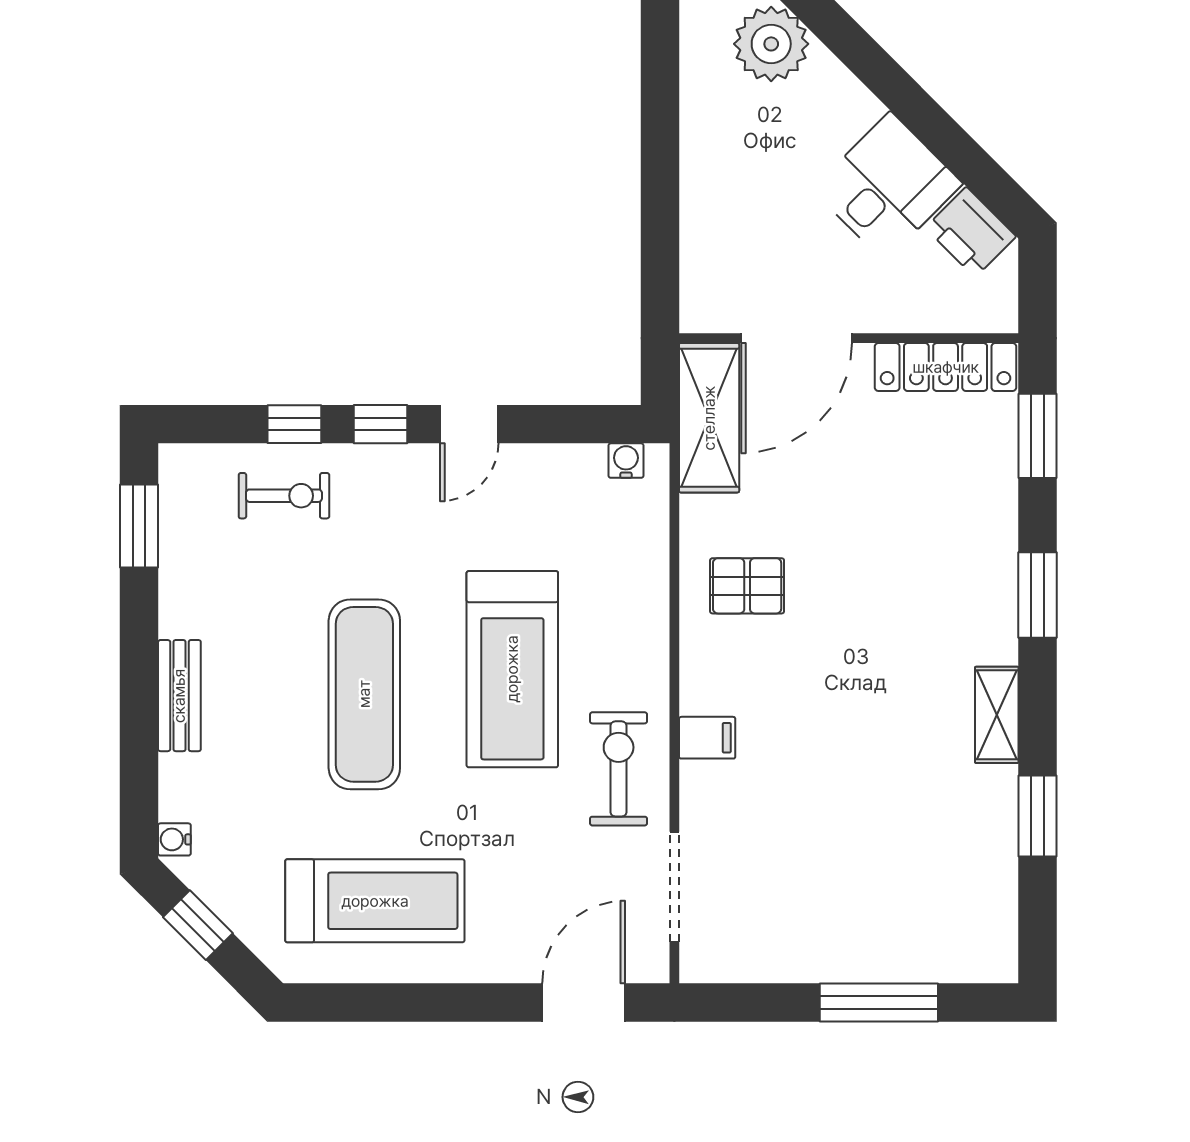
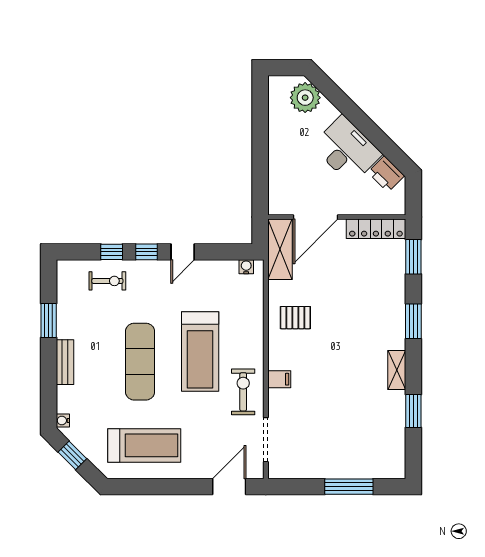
desk: (887, 186) -> (347, 150), width x1.37
window: (139, 526) -> (49, 320), moved

